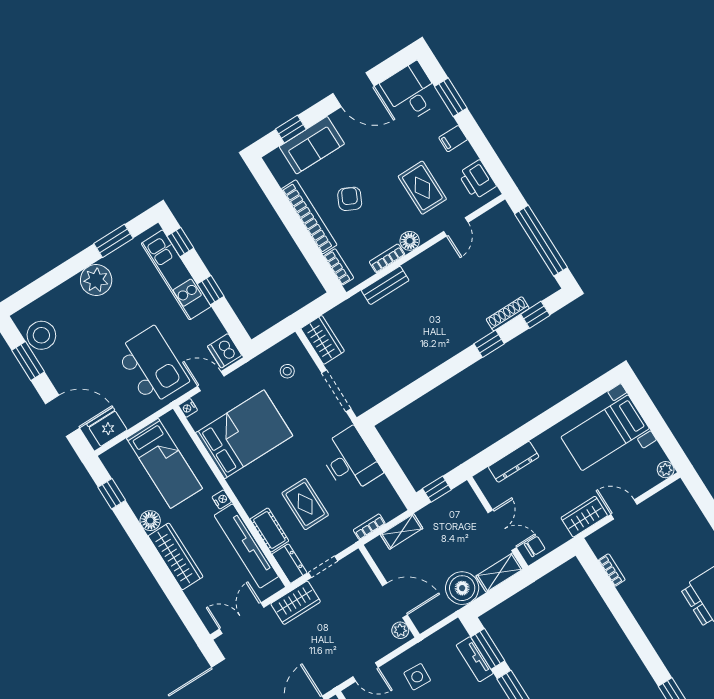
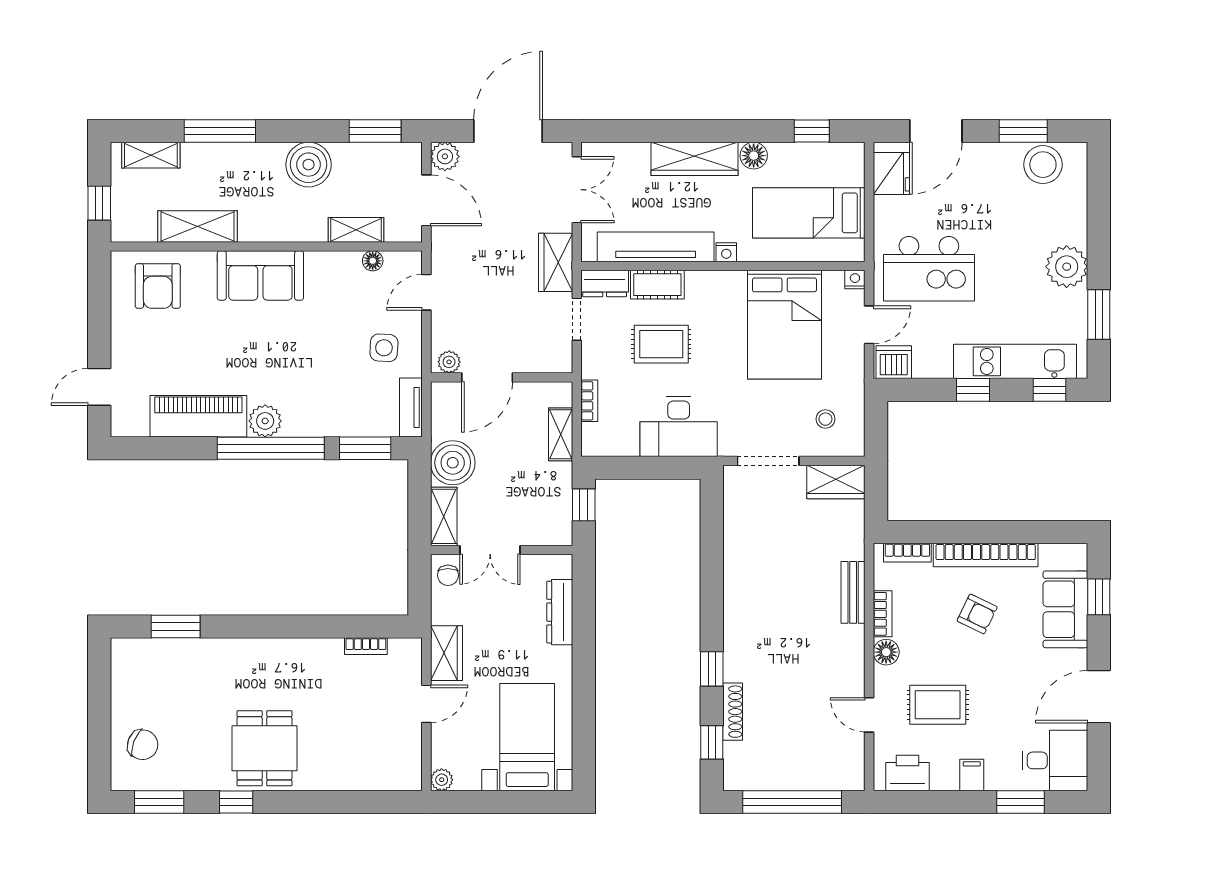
tv unit: (475, 659) -> (411, 408), moved, turned -90

